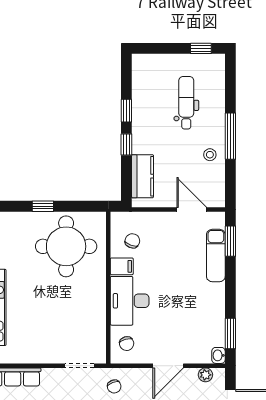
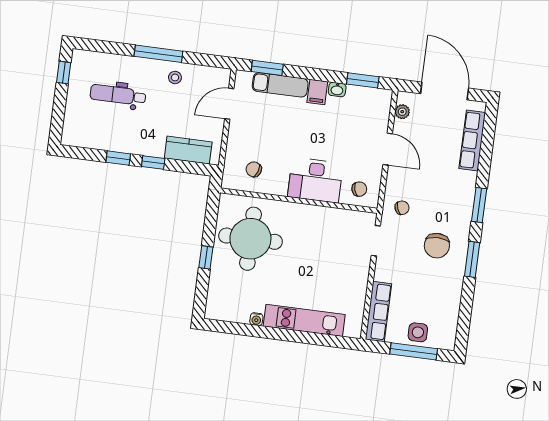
filing cabinet: (122, 266) -> (317, 92), moved, turned 180
washbasin: (218, 355) -> (337, 89), moved

